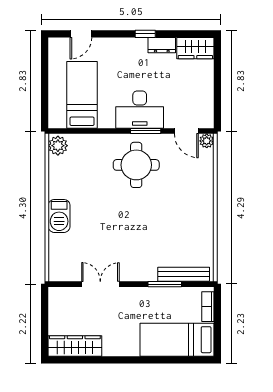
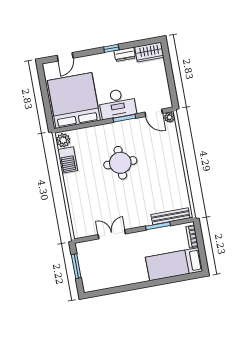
bed: (82, 95) -> (74, 100), width x2.04
round table: (136, 165) -> (120, 163), moved
barbecue: (59, 216) -> (68, 160), moved
window: (45, 318) -> (76, 266), added
wardrobe: (75, 346) -> (102, 282), removed

